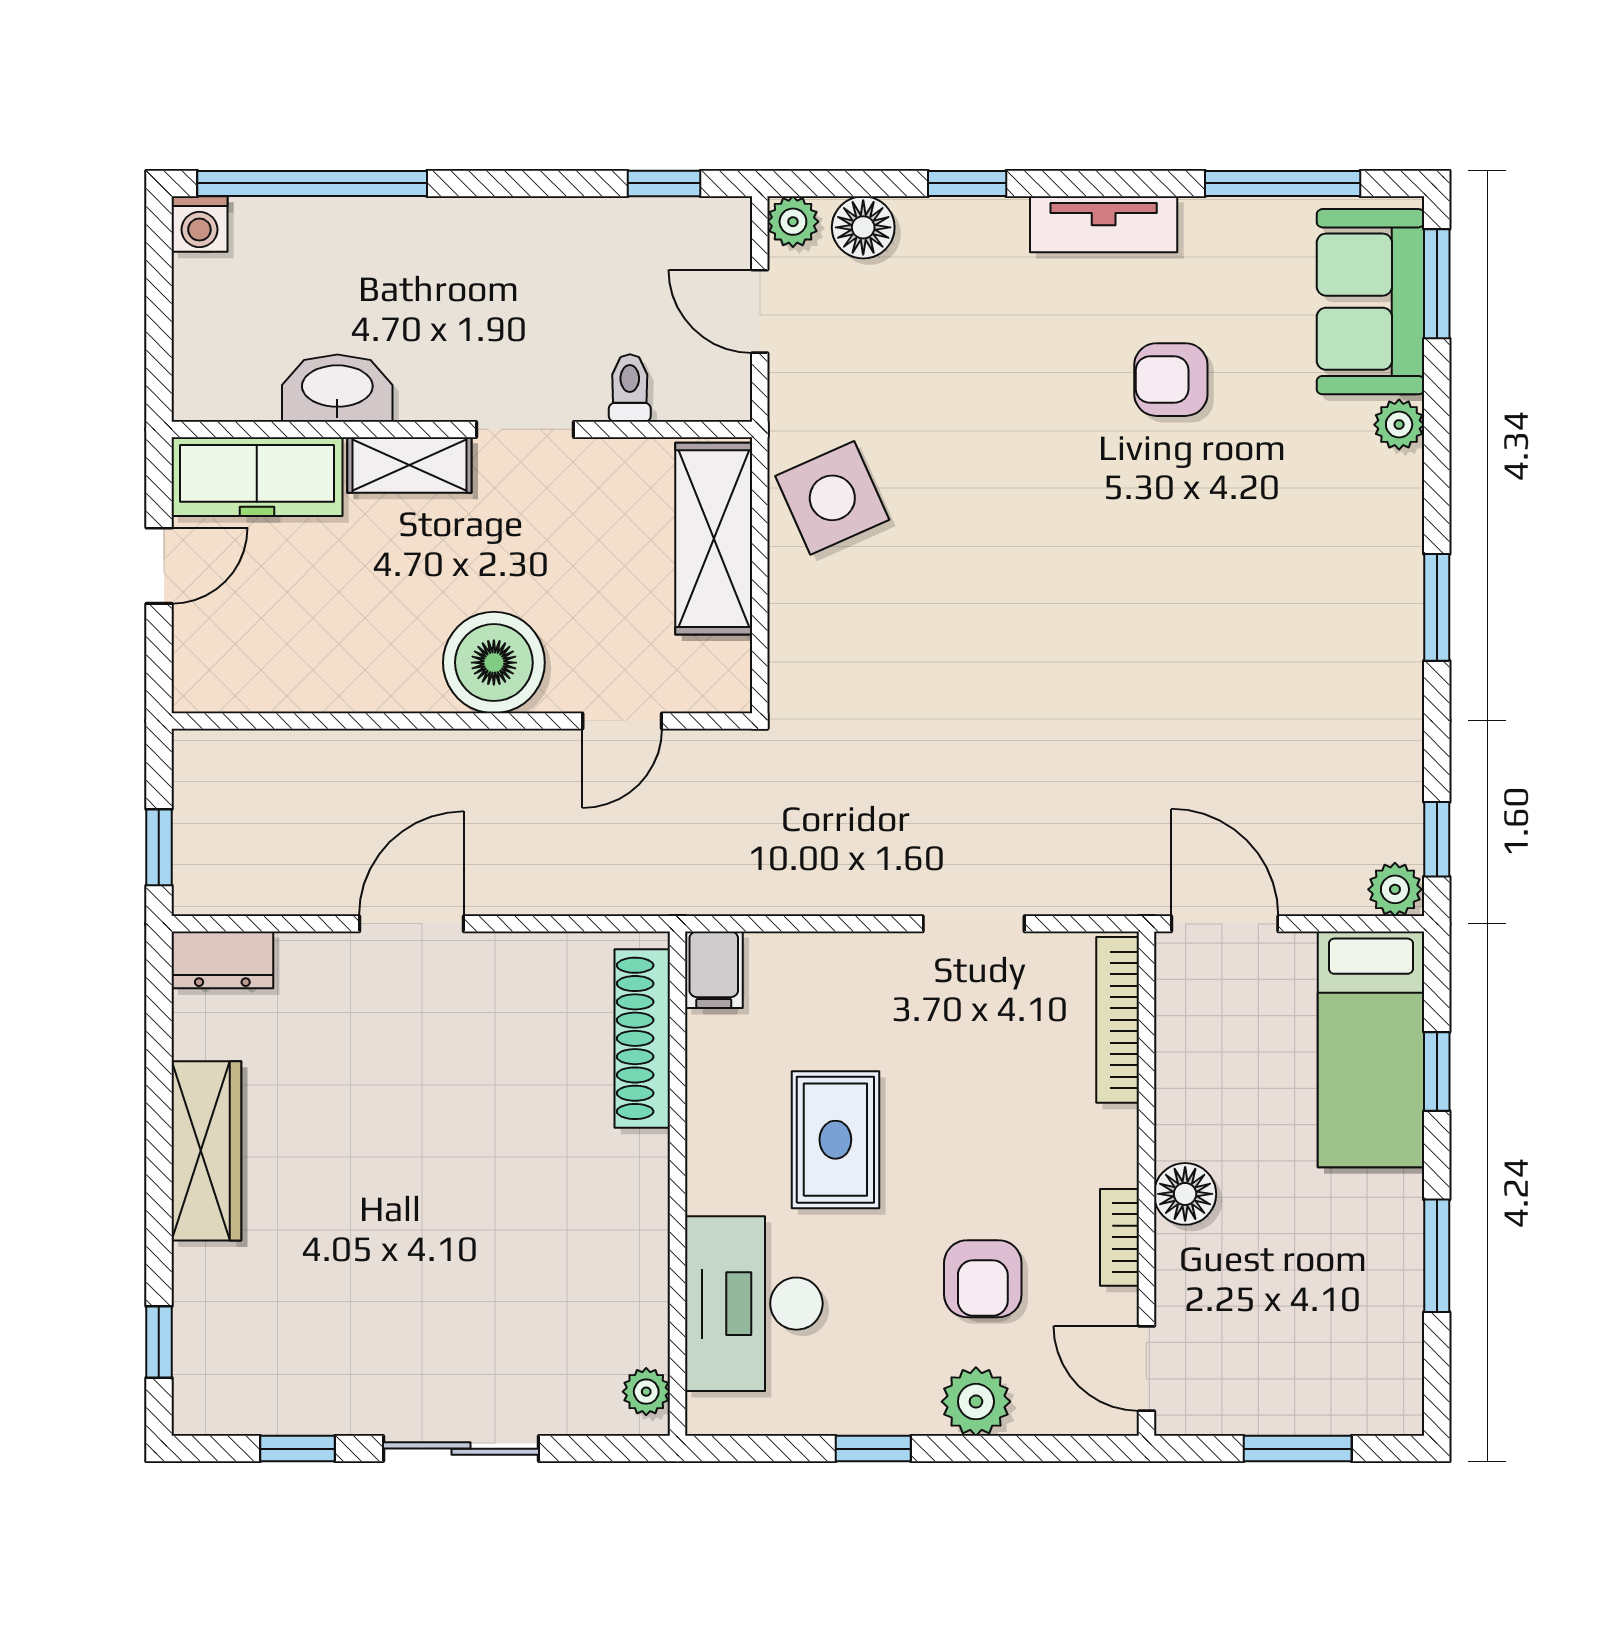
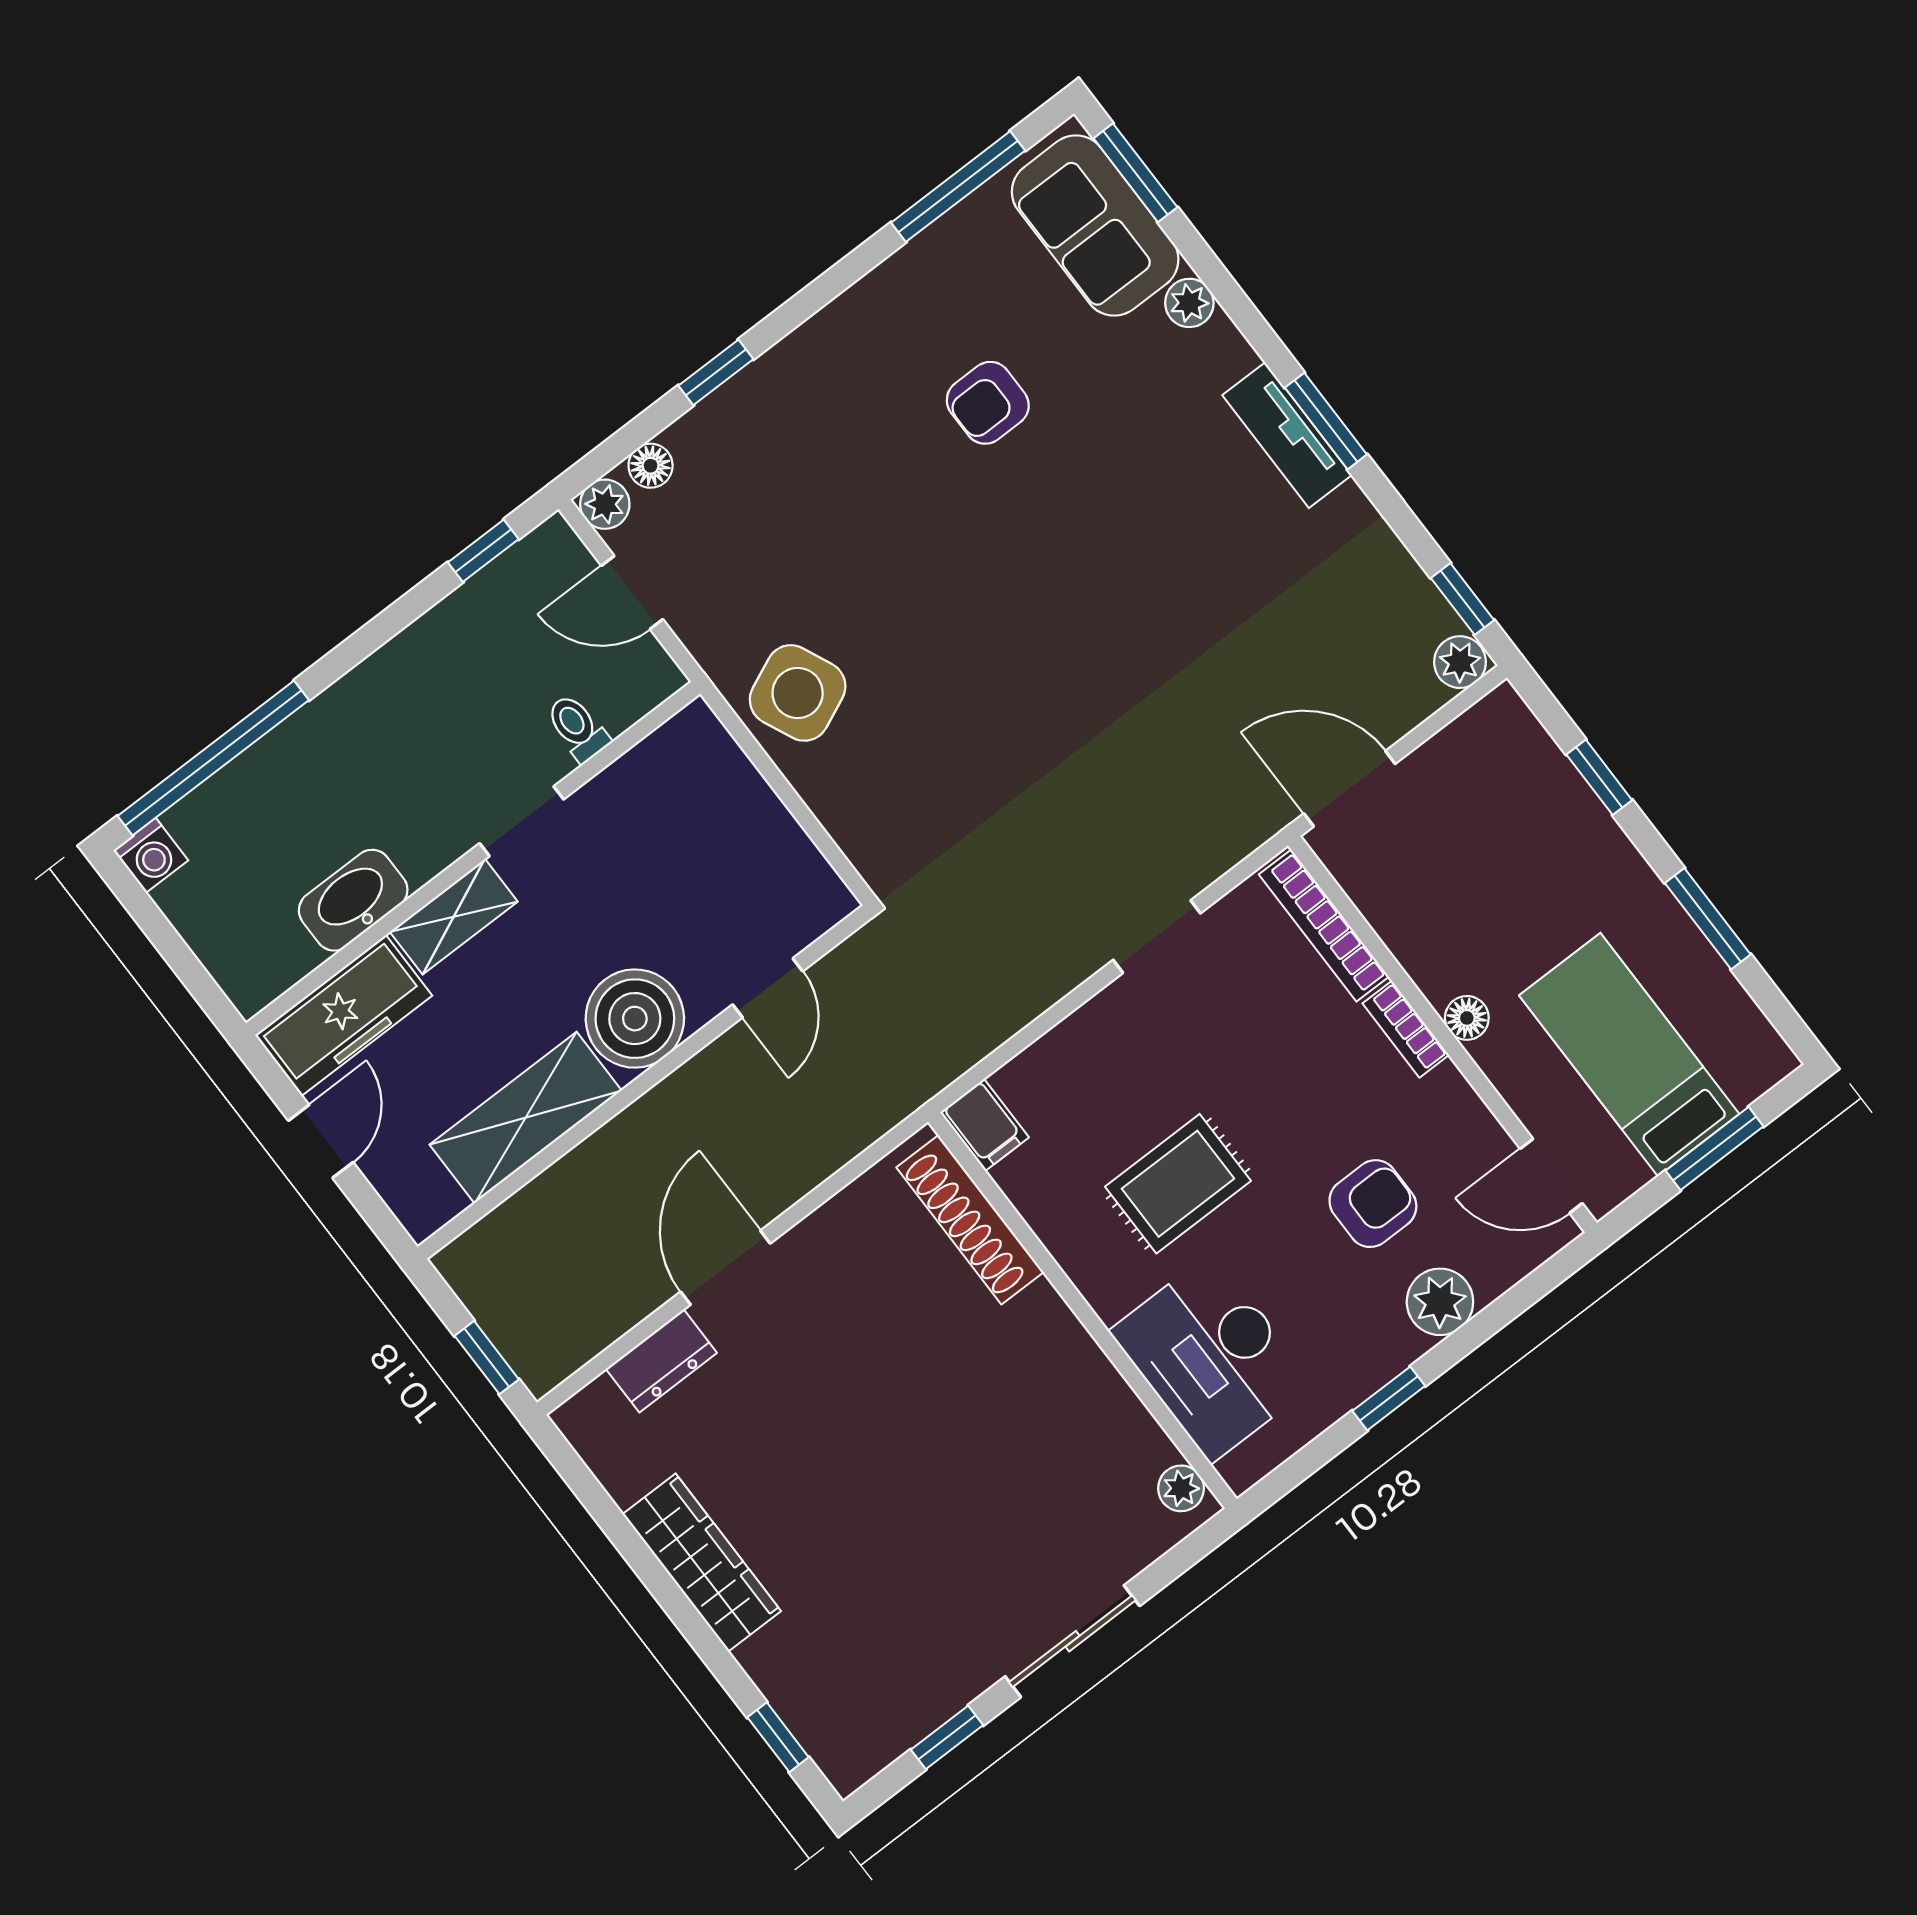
tv unit: (1104, 224) -> (1287, 435), moved, turned 90
floor lamp: (863, 227) -> (651, 466), width x0.73, depth x0.73
shelving: (714, 539) -> (526, 1118), moved, turned 90
dresser: (222, 960) -> (661, 1361), moved
bed: (1371, 1049) -> (1629, 1055), moved, turned 180
rug: (835, 1140) -> (1178, 1184), turned 90
floor lamp: (1185, 1194) -> (1467, 1018), width x0.73, depth x0.73
bookcase: (1119, 1237) -> (1406, 1029), moved
armchair: (983, 1279) -> (1373, 1204), turned -90

